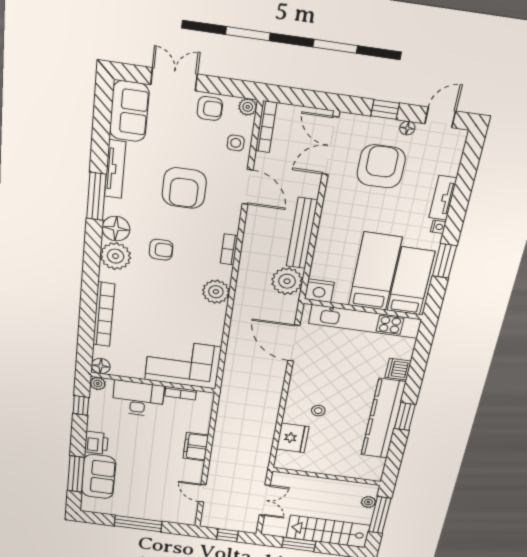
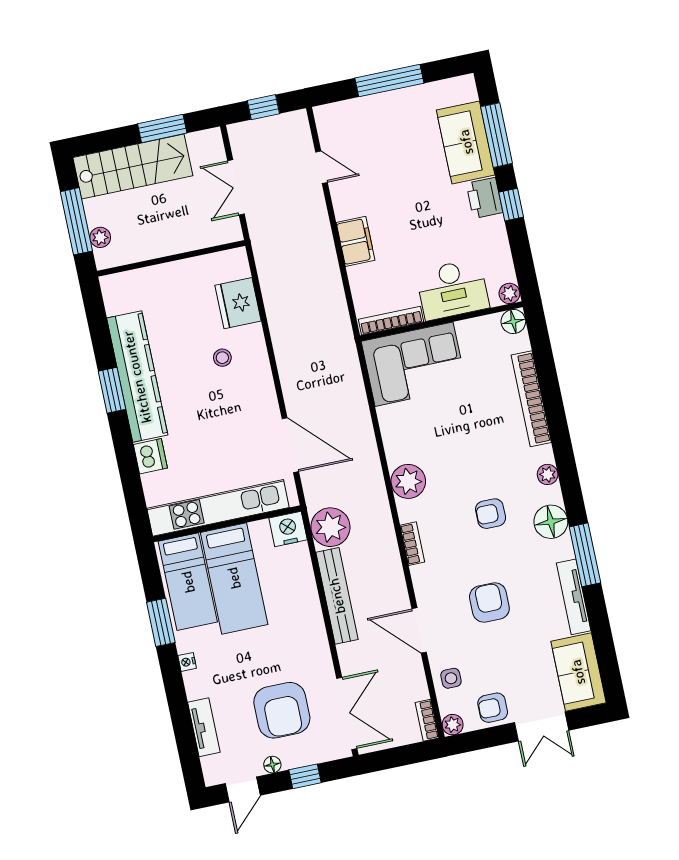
bookcase: (266, 127) -> (427, 720), width x0.64
armchair: (184, 188) -> (489, 603), width x0.73, depth x0.73
tv unit: (443, 198) -> (204, 727), moved
plant: (115, 256) -> (548, 474), width x0.53, depth x0.53
bookcase: (181, 393) -> (391, 321), width x1.56
window: (81, 405) -> (511, 205), moved

